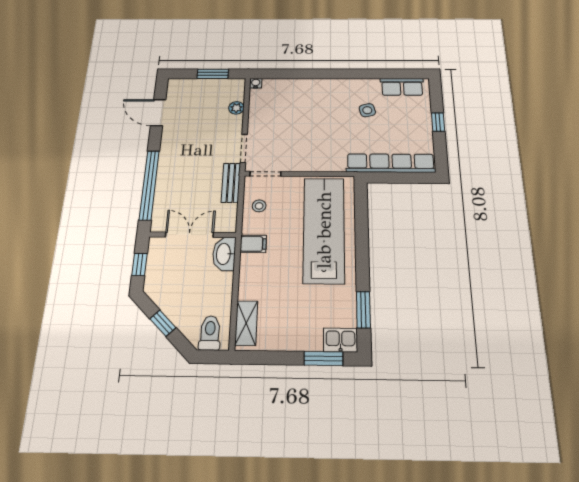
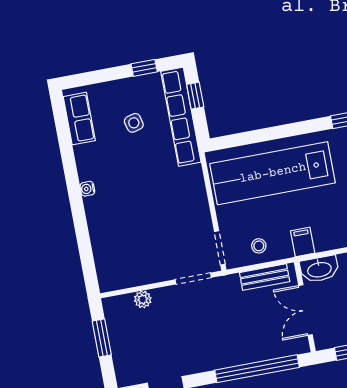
water cooler: (256, 83) -> (87, 189), moved
side table: (367, 110) -> (134, 123), moved
window: (438, 122) -> (144, 68), moved
window: (408, 178) -> (195, 96), added
bench: (231, 183) -> (265, 277), moved

